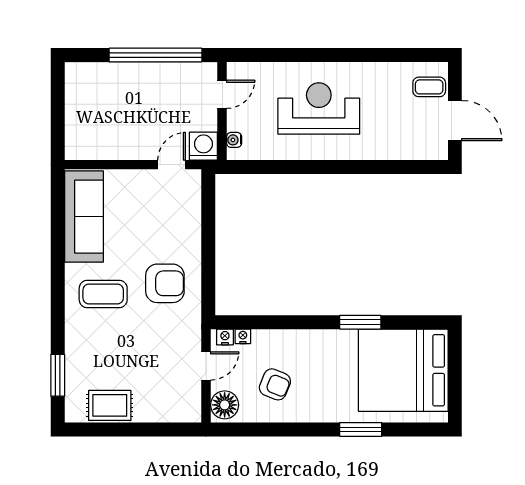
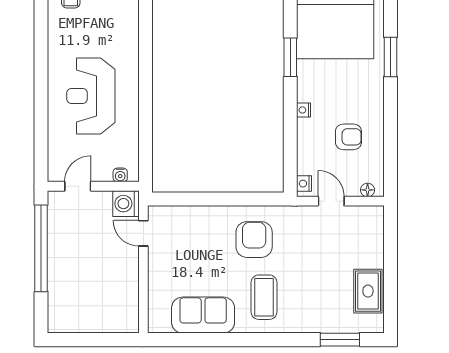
door: (222, 94) -> (78, 186), hinge flipped
sofa: (84, 217) -> (203, 315), width x0.73
nightstand: (243, 336) -> (304, 110), moved
armchair: (275, 384) -> (348, 137), turned 68
floor lamp: (225, 405) -> (368, 190), width x0.53, depth x0.53

